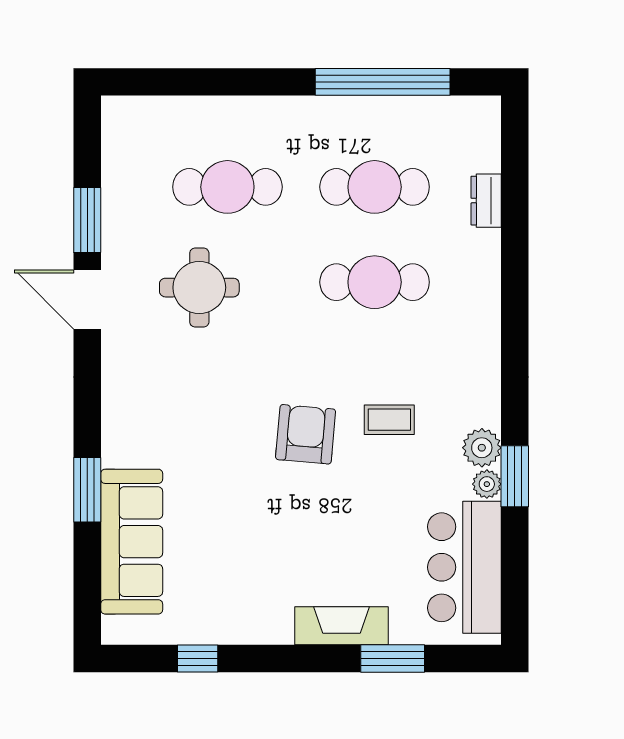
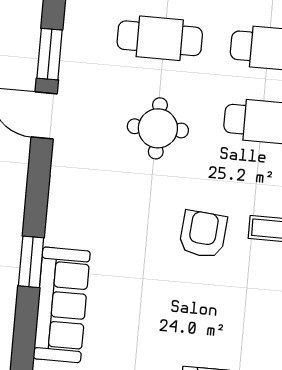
round table: (199, 288) -> (158, 128), moved

